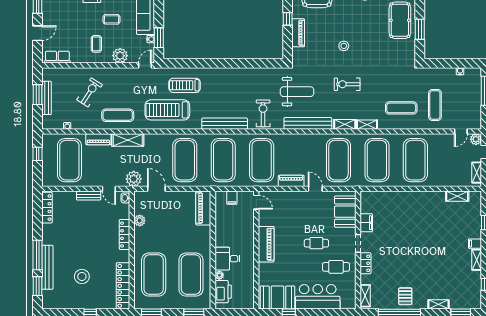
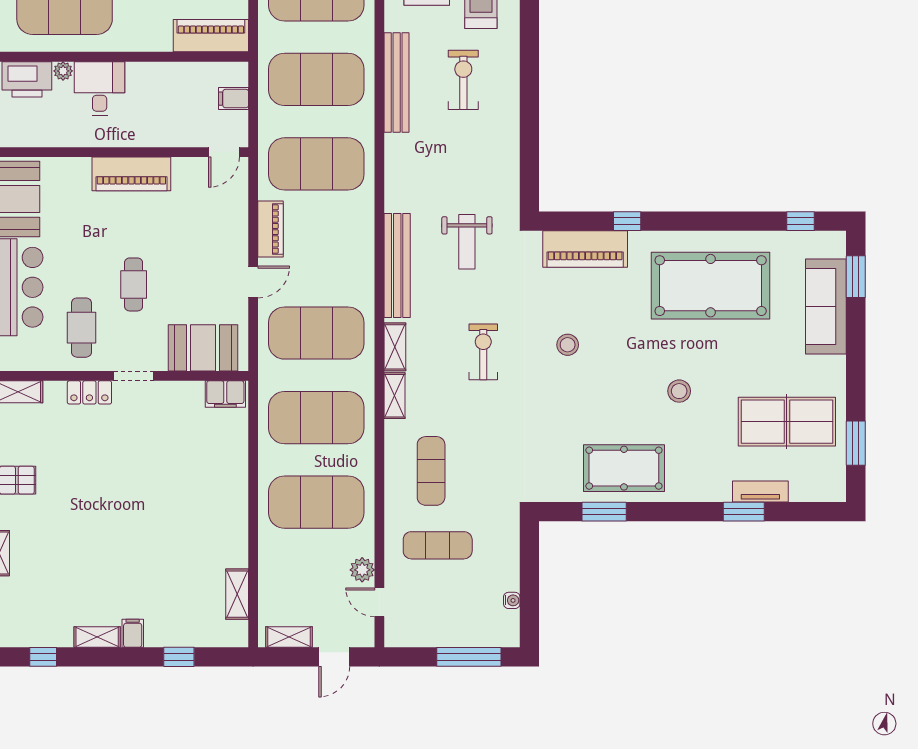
piano: (298, 33) -> (585, 249), width x1.37, depth x1.33
weight bench: (297, 92) -> (467, 242), width x0.73, depth x0.75
exercise bike: (263, 113) -> (463, 80), moved, turned -90
plant: (476, 139) -> (362, 570), moved
filing cabinet: (366, 223) -> (225, 394), moved

